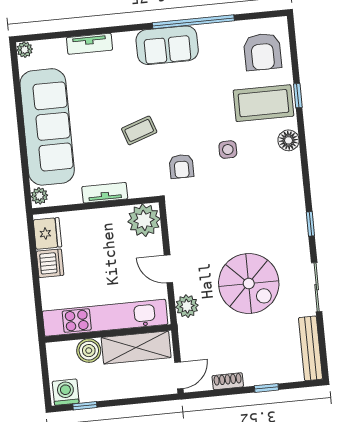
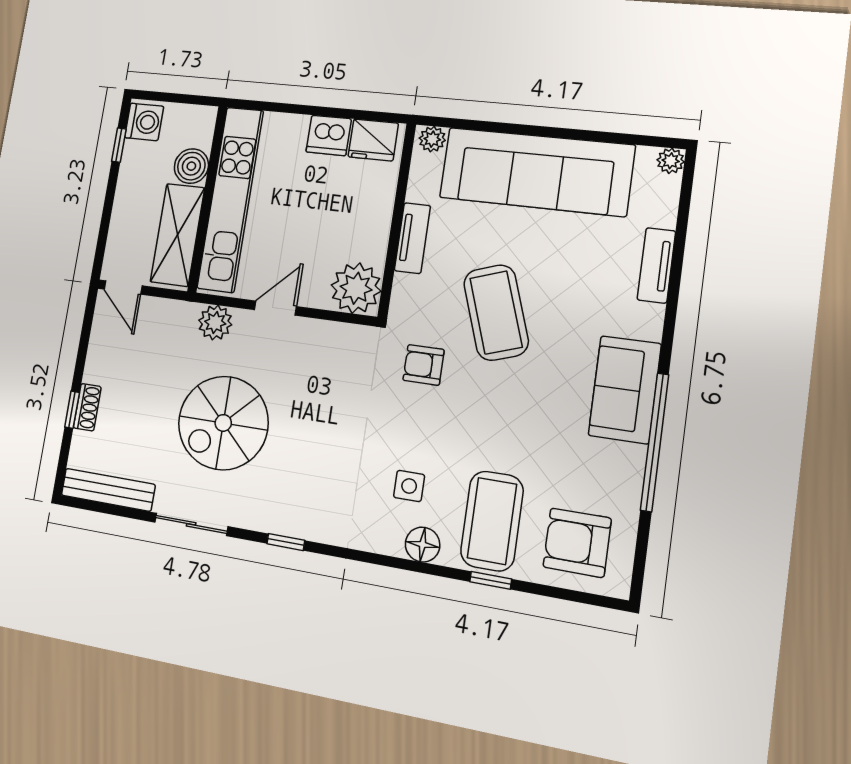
coffee table: (139, 130) -> (496, 313), width x1.86, depth x1.72
side table: (228, 150) -> (409, 486), moved
shoe rack: (228, 381) -> (87, 407), moved

